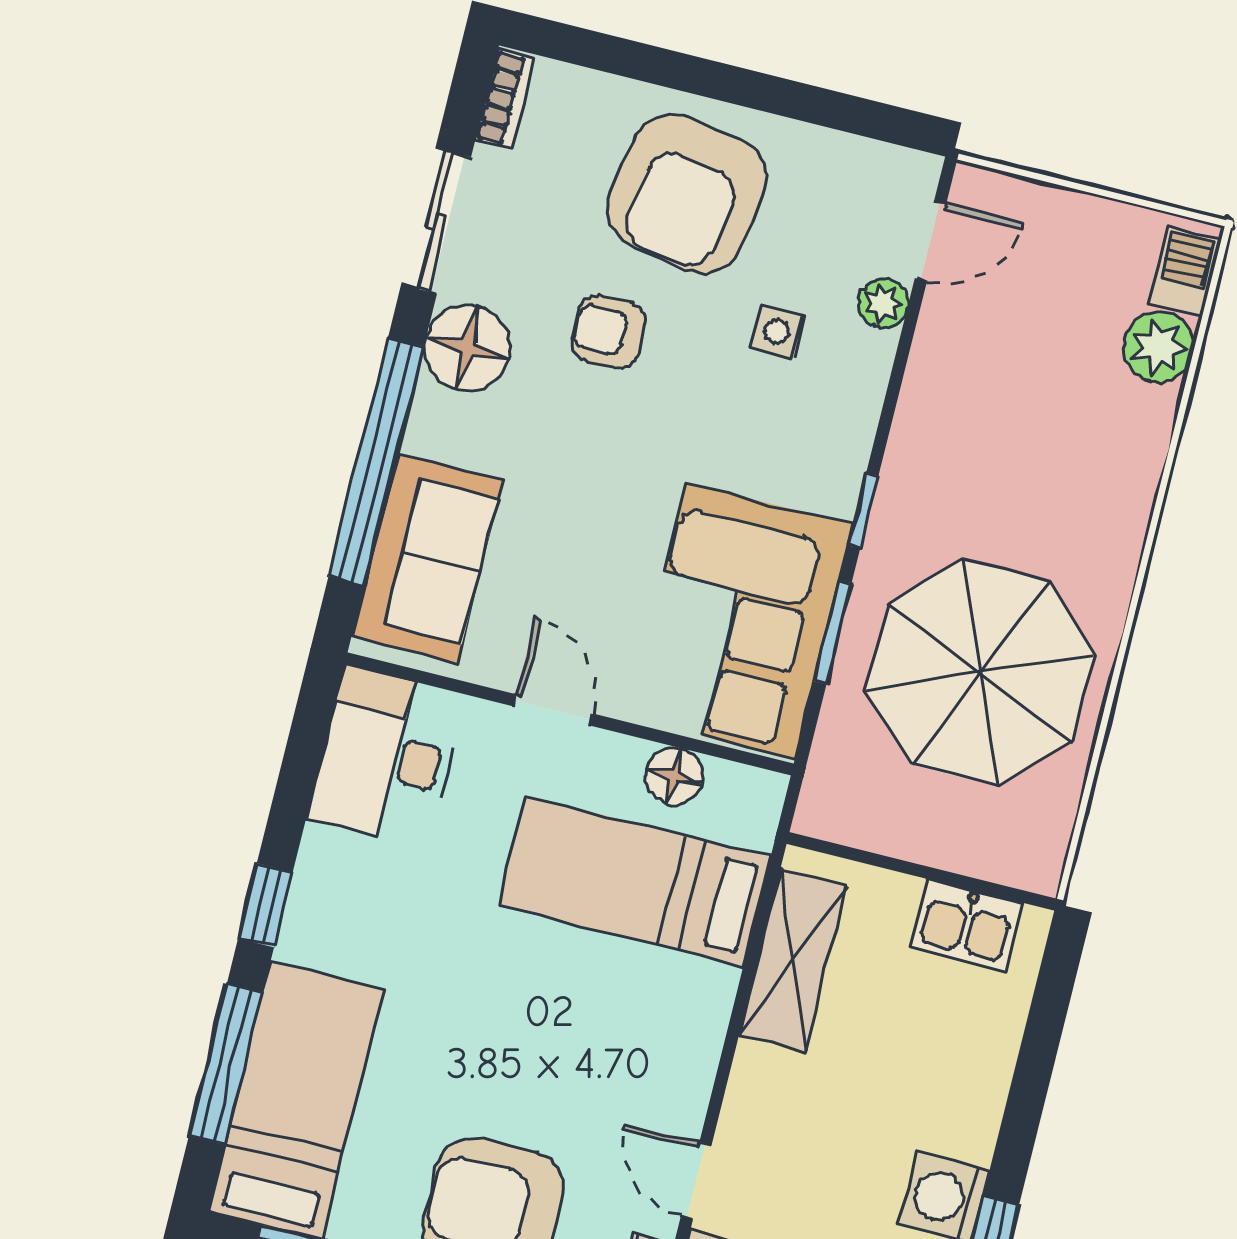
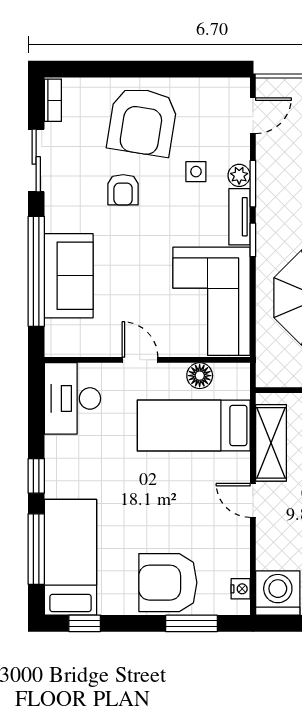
plant: (883, 303) -> (239, 175), moved
armchair: (609, 332) -> (123, 190), turned -90
floor lamp: (468, 348) -> (64, 212), removed
tv unit: (847, 453) -> (239, 217), added
sofa: (427, 558) -> (69, 276), moved
window: (833, 632) -> (253, 184), moved
door: (696, 1181) -> (253, 500), moved

